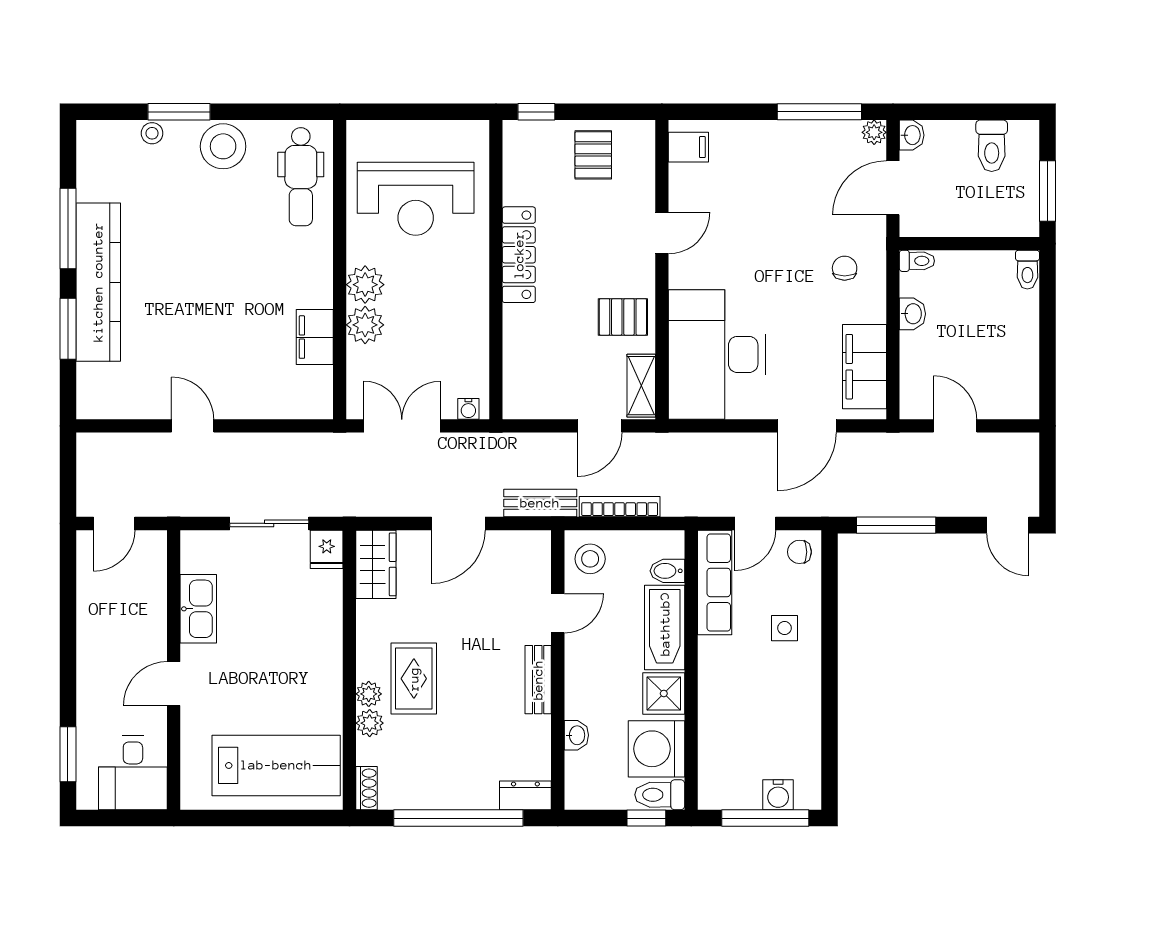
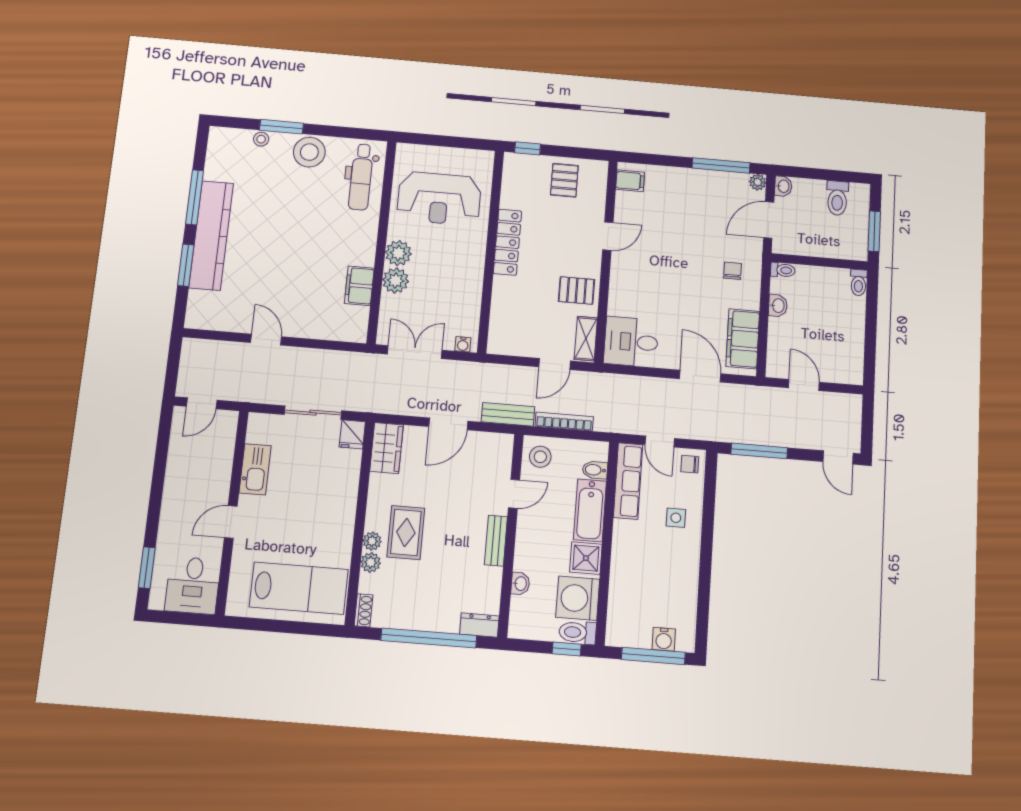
desk: (717, 354) -> (631, 342), width x0.53, depth x0.77
door: (807, 426) -> (700, 376), swing flipped
door: (755, 523) -> (660, 441), hinge flipped

